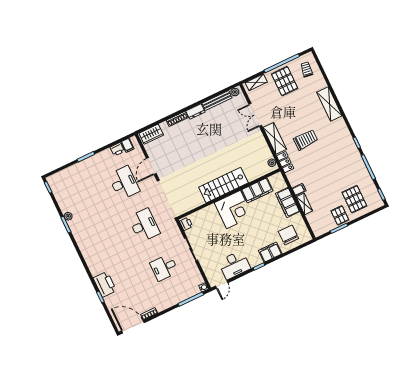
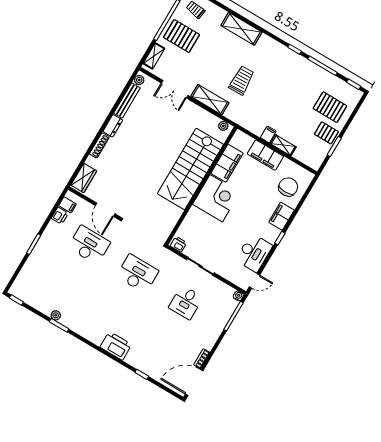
locker: (285, 162) -> (236, 116), removed
stairs: (223, 185) -> (190, 169), width x1.36, depth x1.51
chair: (288, 235) -> (288, 187), turned 90
printer: (105, 284) -> (116, 346), moved
door: (222, 284) -> (254, 281), hinge flipped

